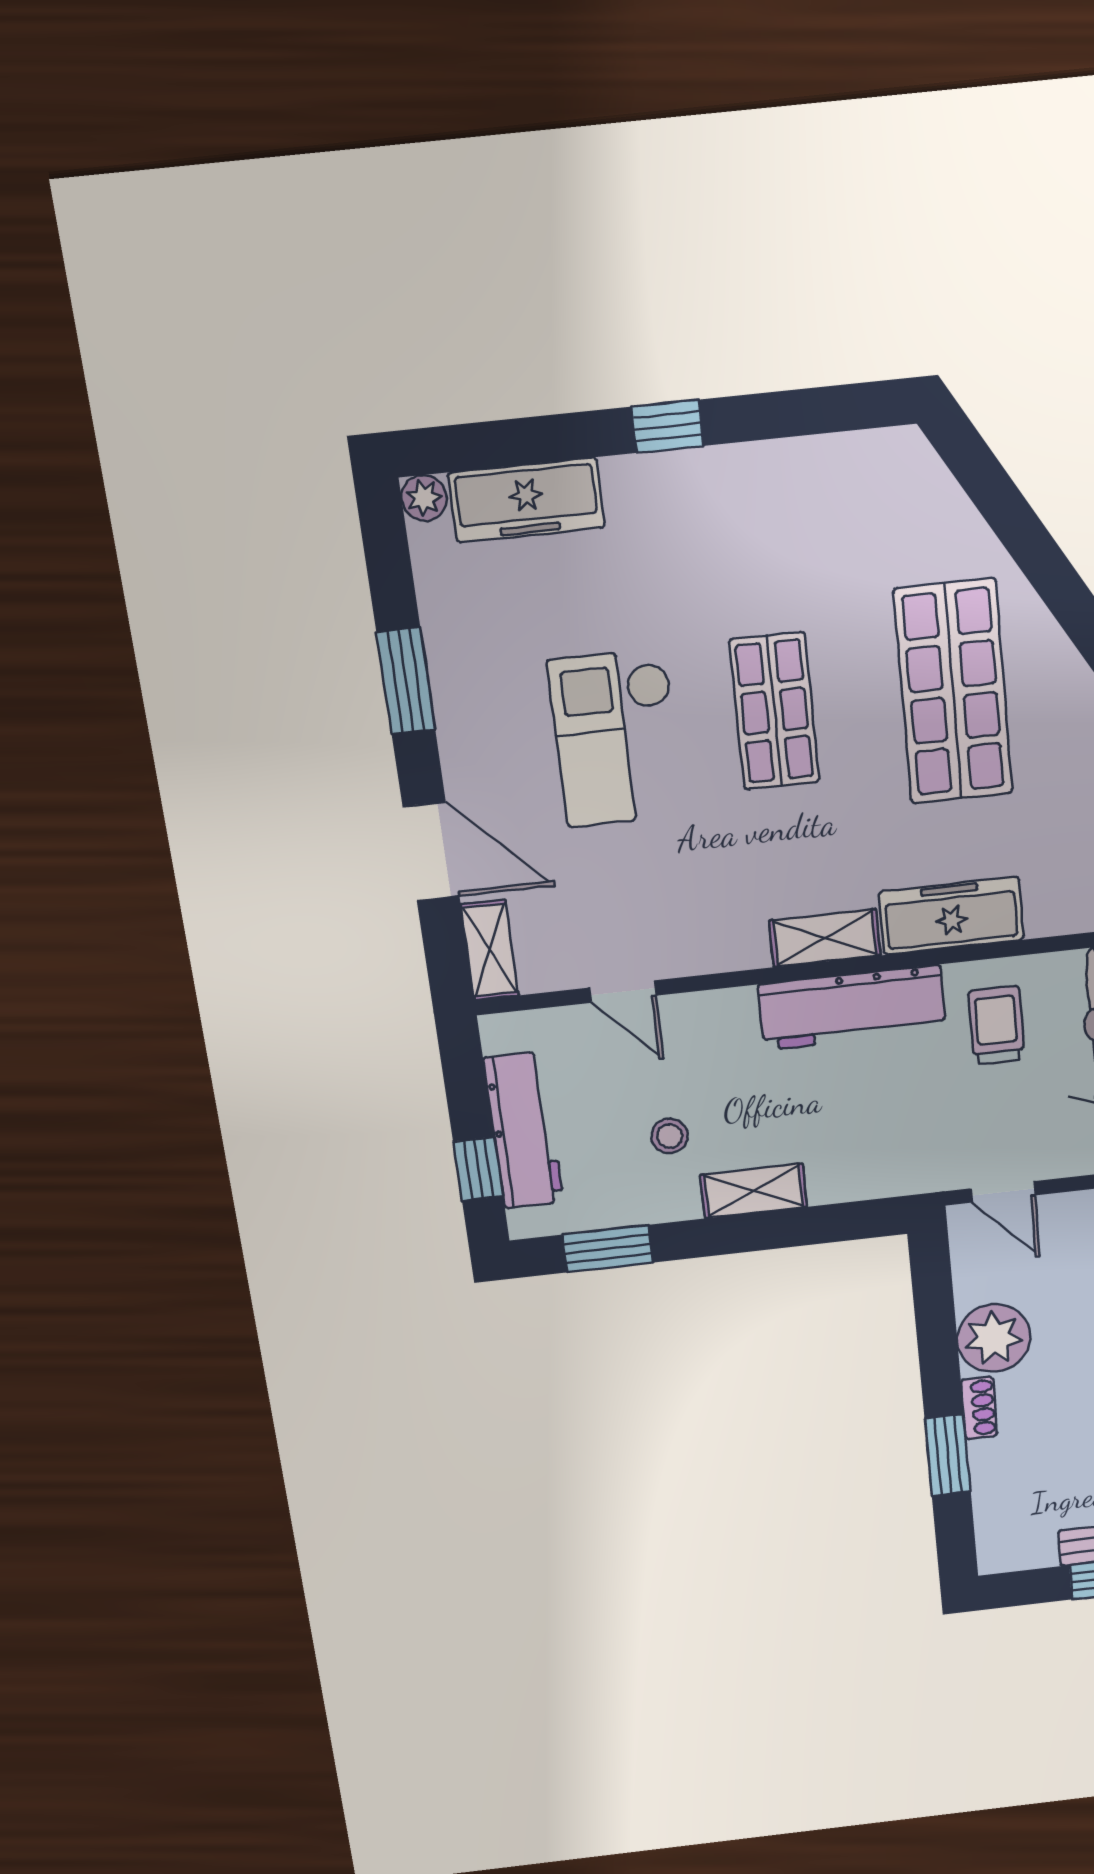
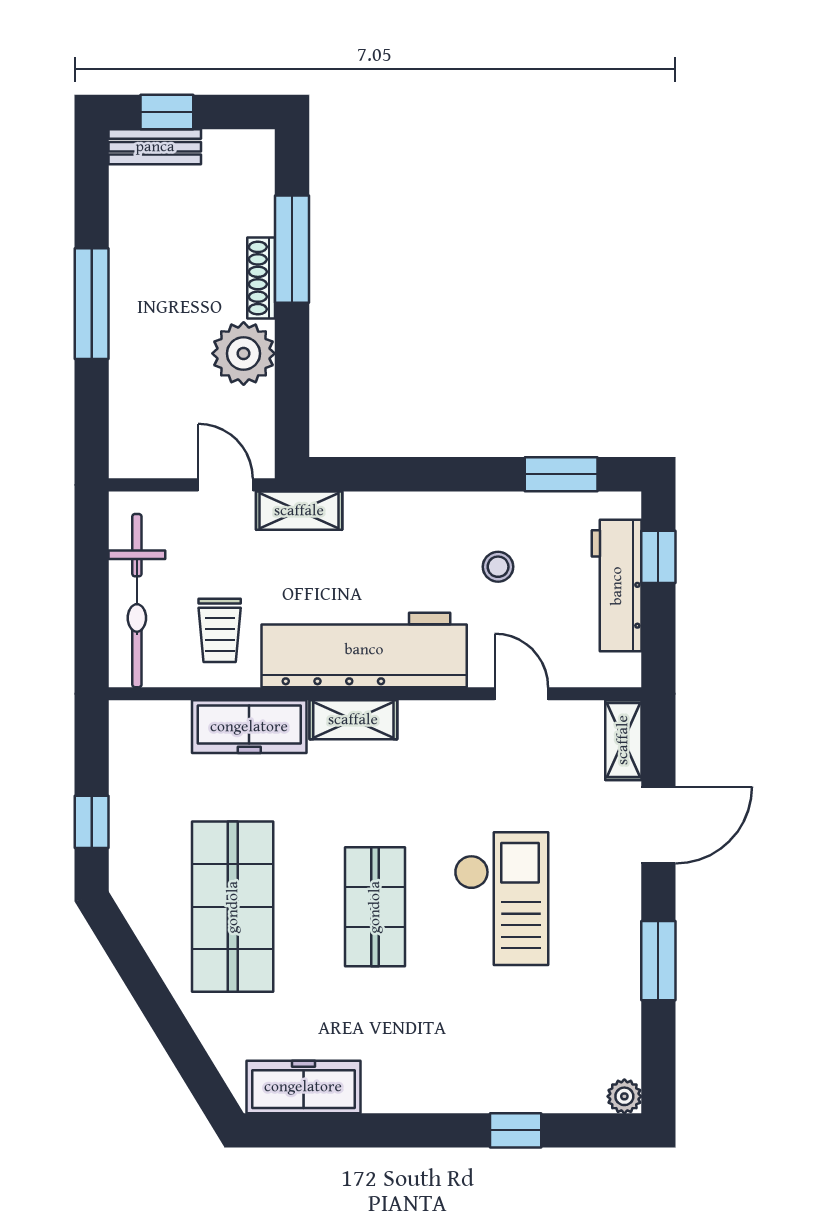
window: (668, 426) -> (516, 1130), moved
freezer: (527, 500) -> (303, 1087), moved
door: (431, 851) -> (658, 825), swing flipped
workbench: (852, 1008) -> (364, 650), width x1.36, depth x1.32
shelving: (754, 1191) -> (299, 511), moved
shoe rack: (979, 1408) -> (261, 278), width x1.43
window: (948, 1455) -> (292, 249), width x1.44

